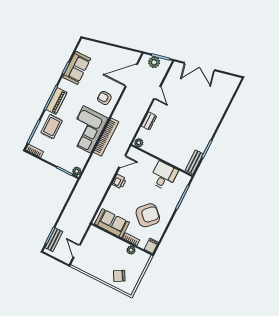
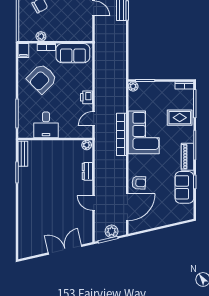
armchair: (104, 98) -> (139, 183), moved
piano: (57, 101) -> (188, 157), moved
rug: (52, 127) -> (180, 118), turned 90

